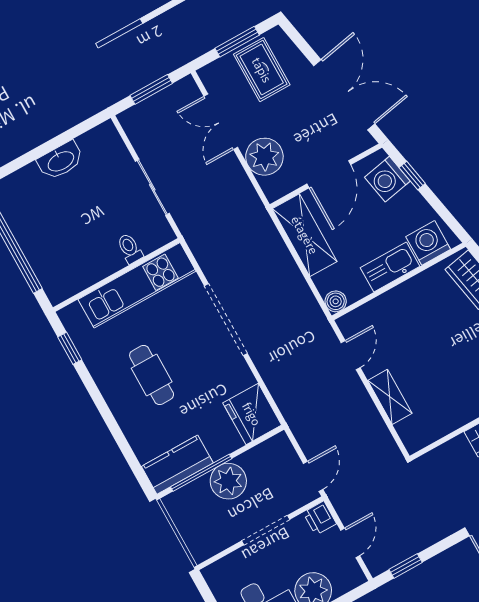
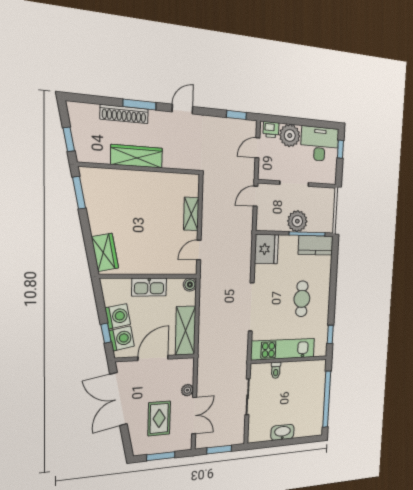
rug: (262, 70) -> (159, 418), moved
plant: (264, 157) -> (187, 390), width x0.53, depth x0.53
washing machine: (428, 243) -> (118, 316), moved, turned -101
printer: (320, 518) -> (271, 130), moved, turned 90

